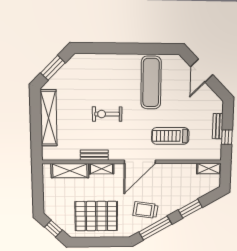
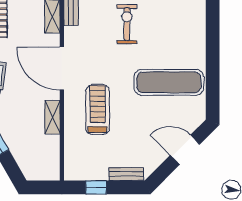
bench: (218, 126) -> (126, 174), moved
shelving: (209, 169) -> (52, 117), moved

